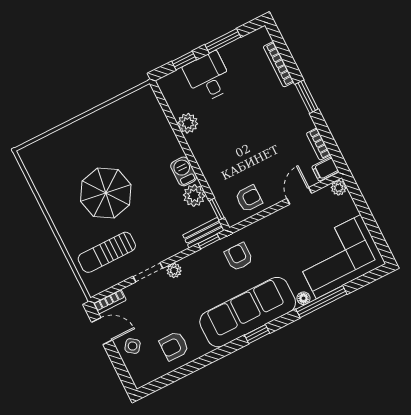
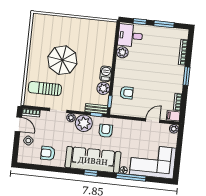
desk: (208, 77) -> (130, 36), moved, turned -90
armchair: (249, 198) -> (127, 93), moved
plant: (199, 266) -> (84, 123), added

